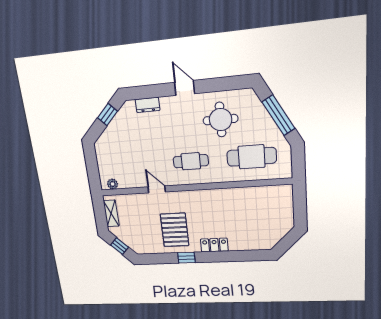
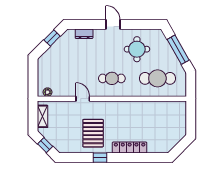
locker: (214, 245) -> (130, 147), width x1.53

